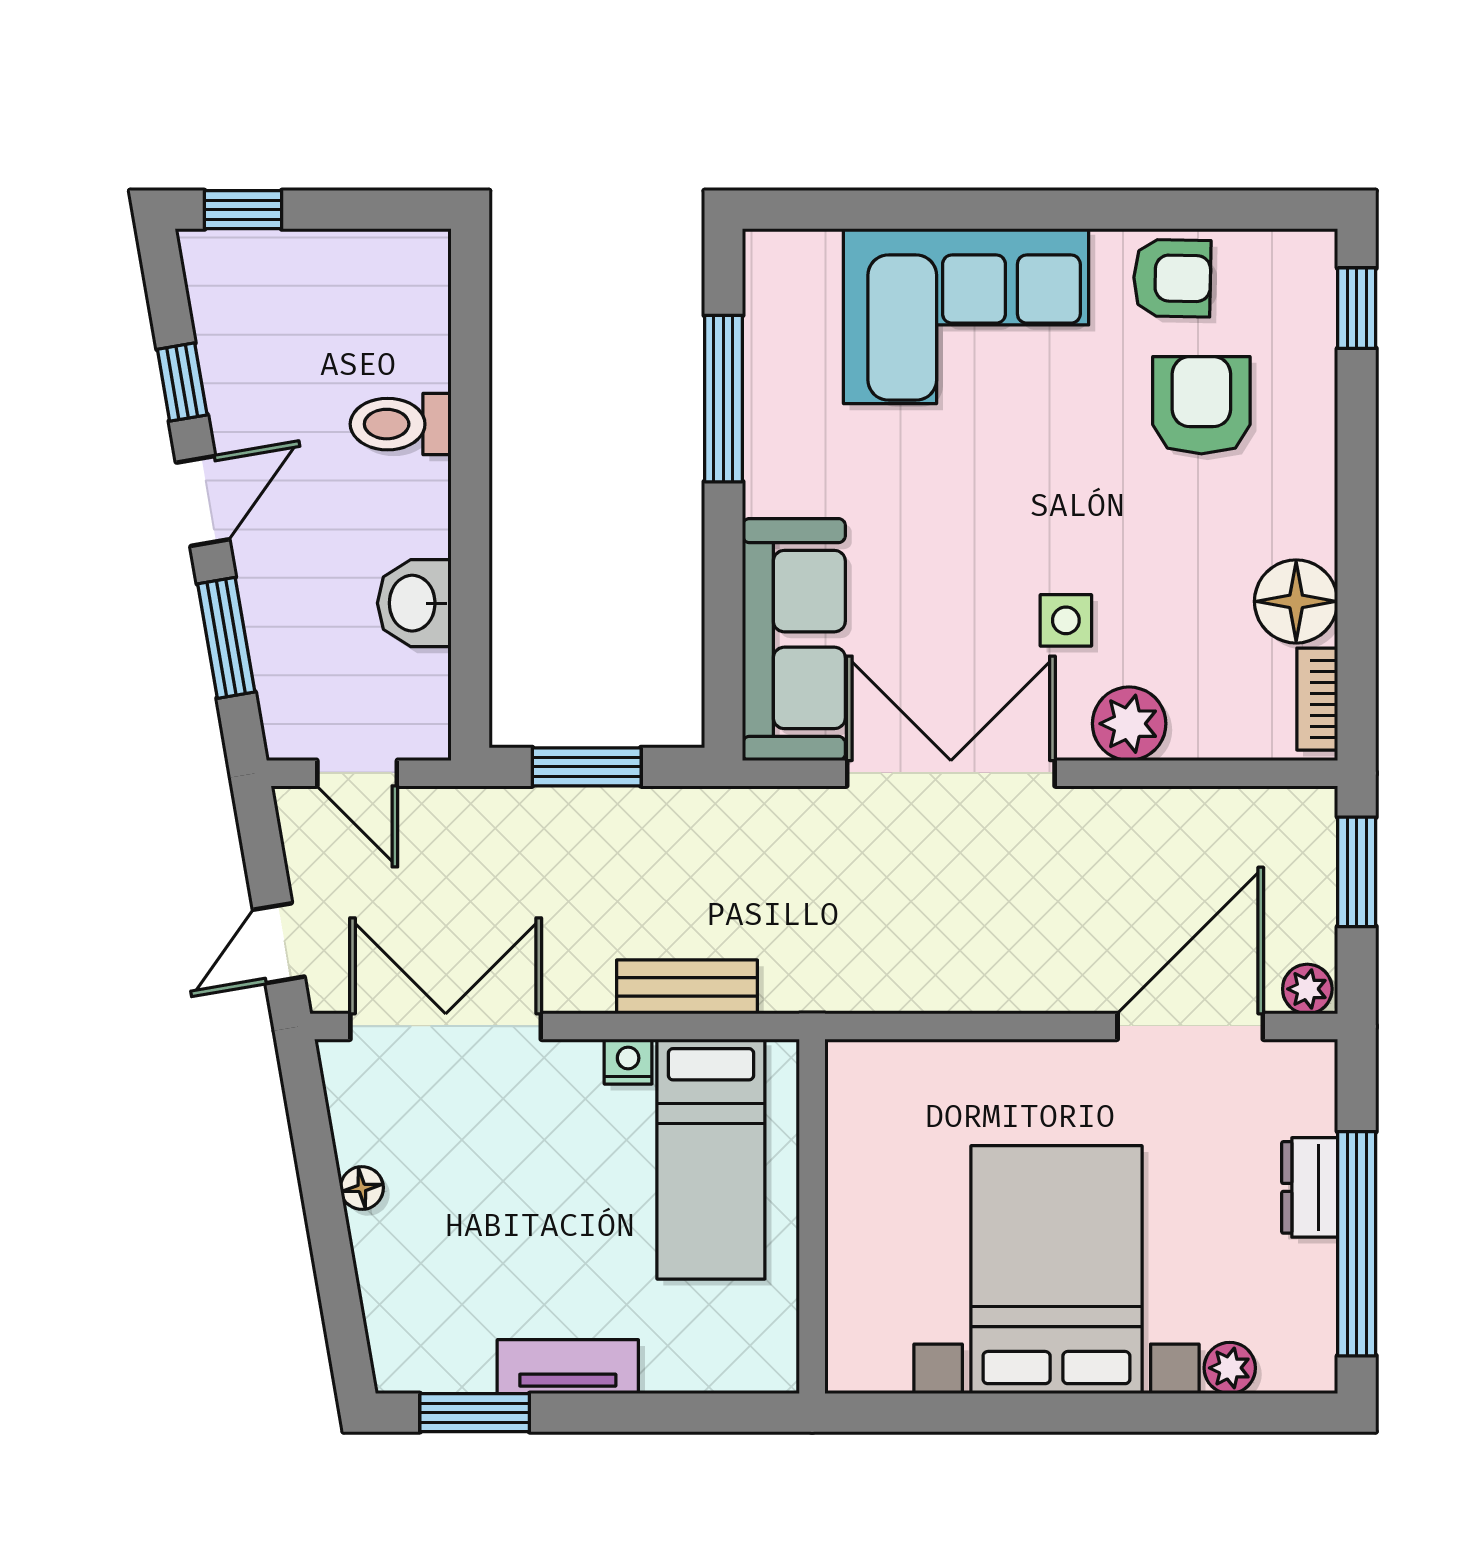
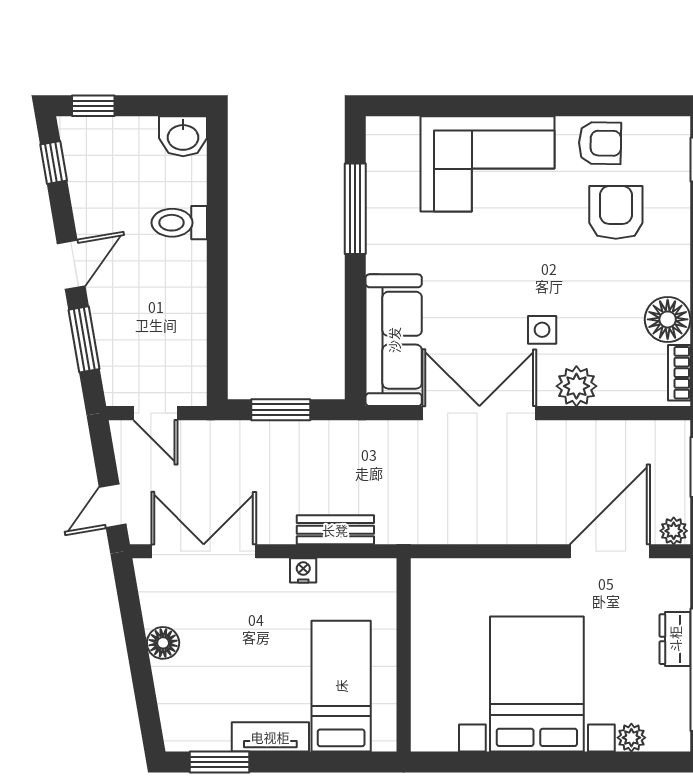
window: (182, 382) -> (54, 163), moved
washbasin: (414, 603) -> (183, 136), moved, turned -90
bed: (711, 1159) -> (341, 686), moved, turned 180
floor lamp: (362, 1188) -> (163, 643), width x1.37, depth x1.37

